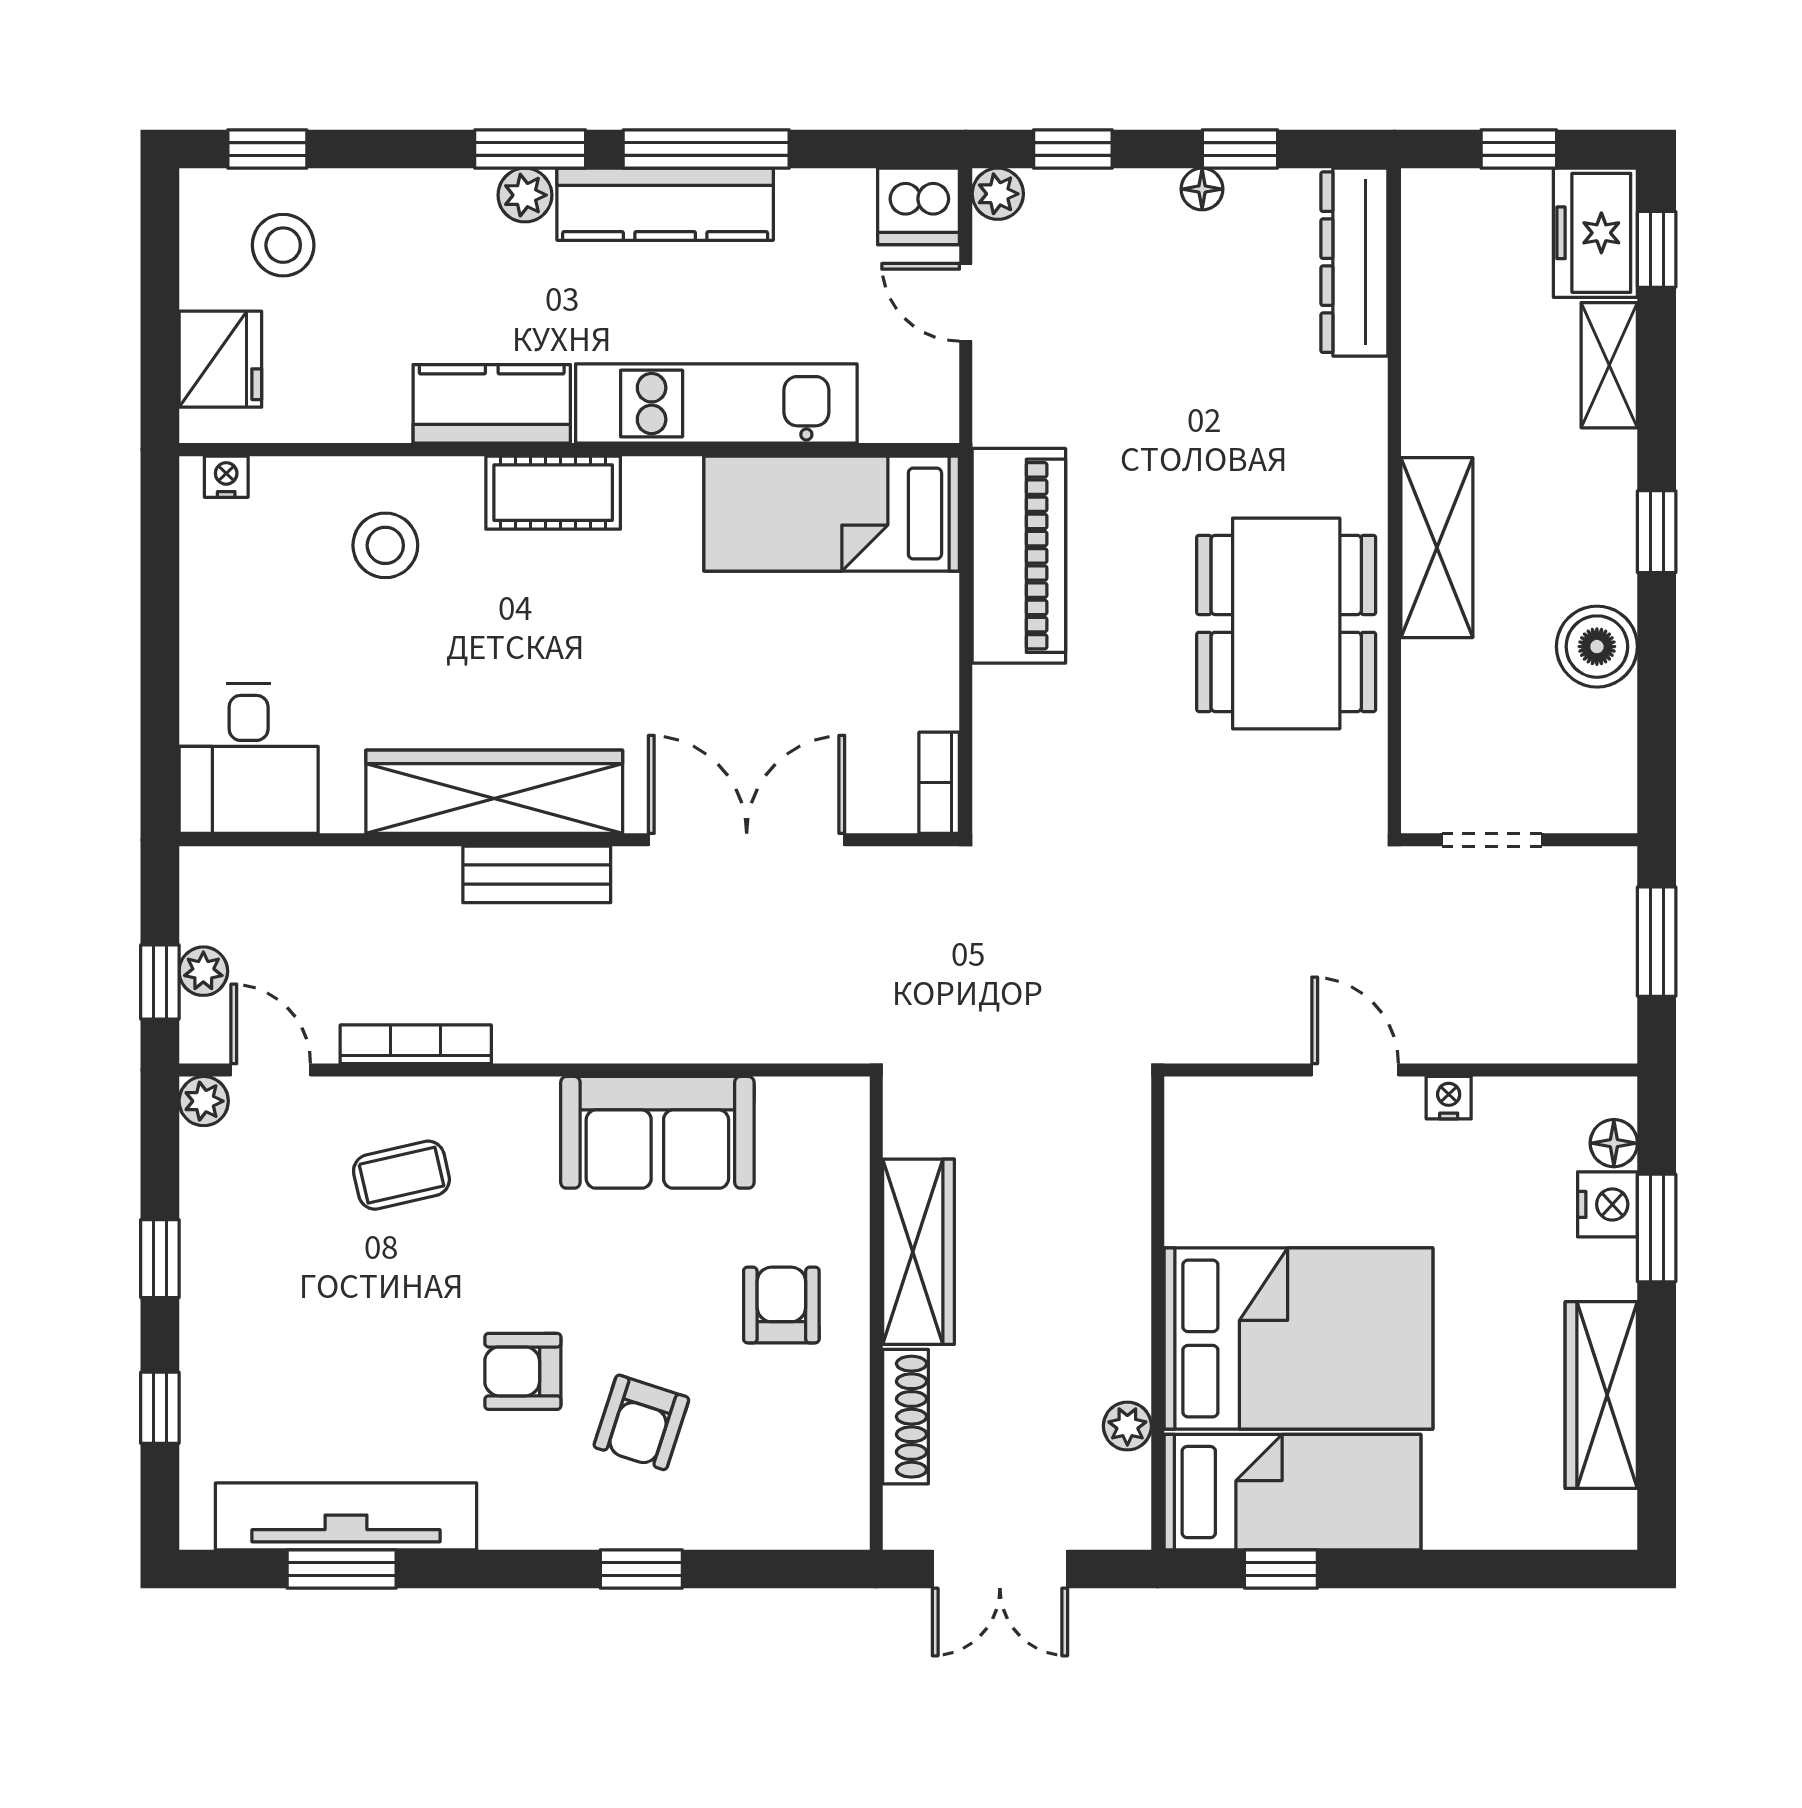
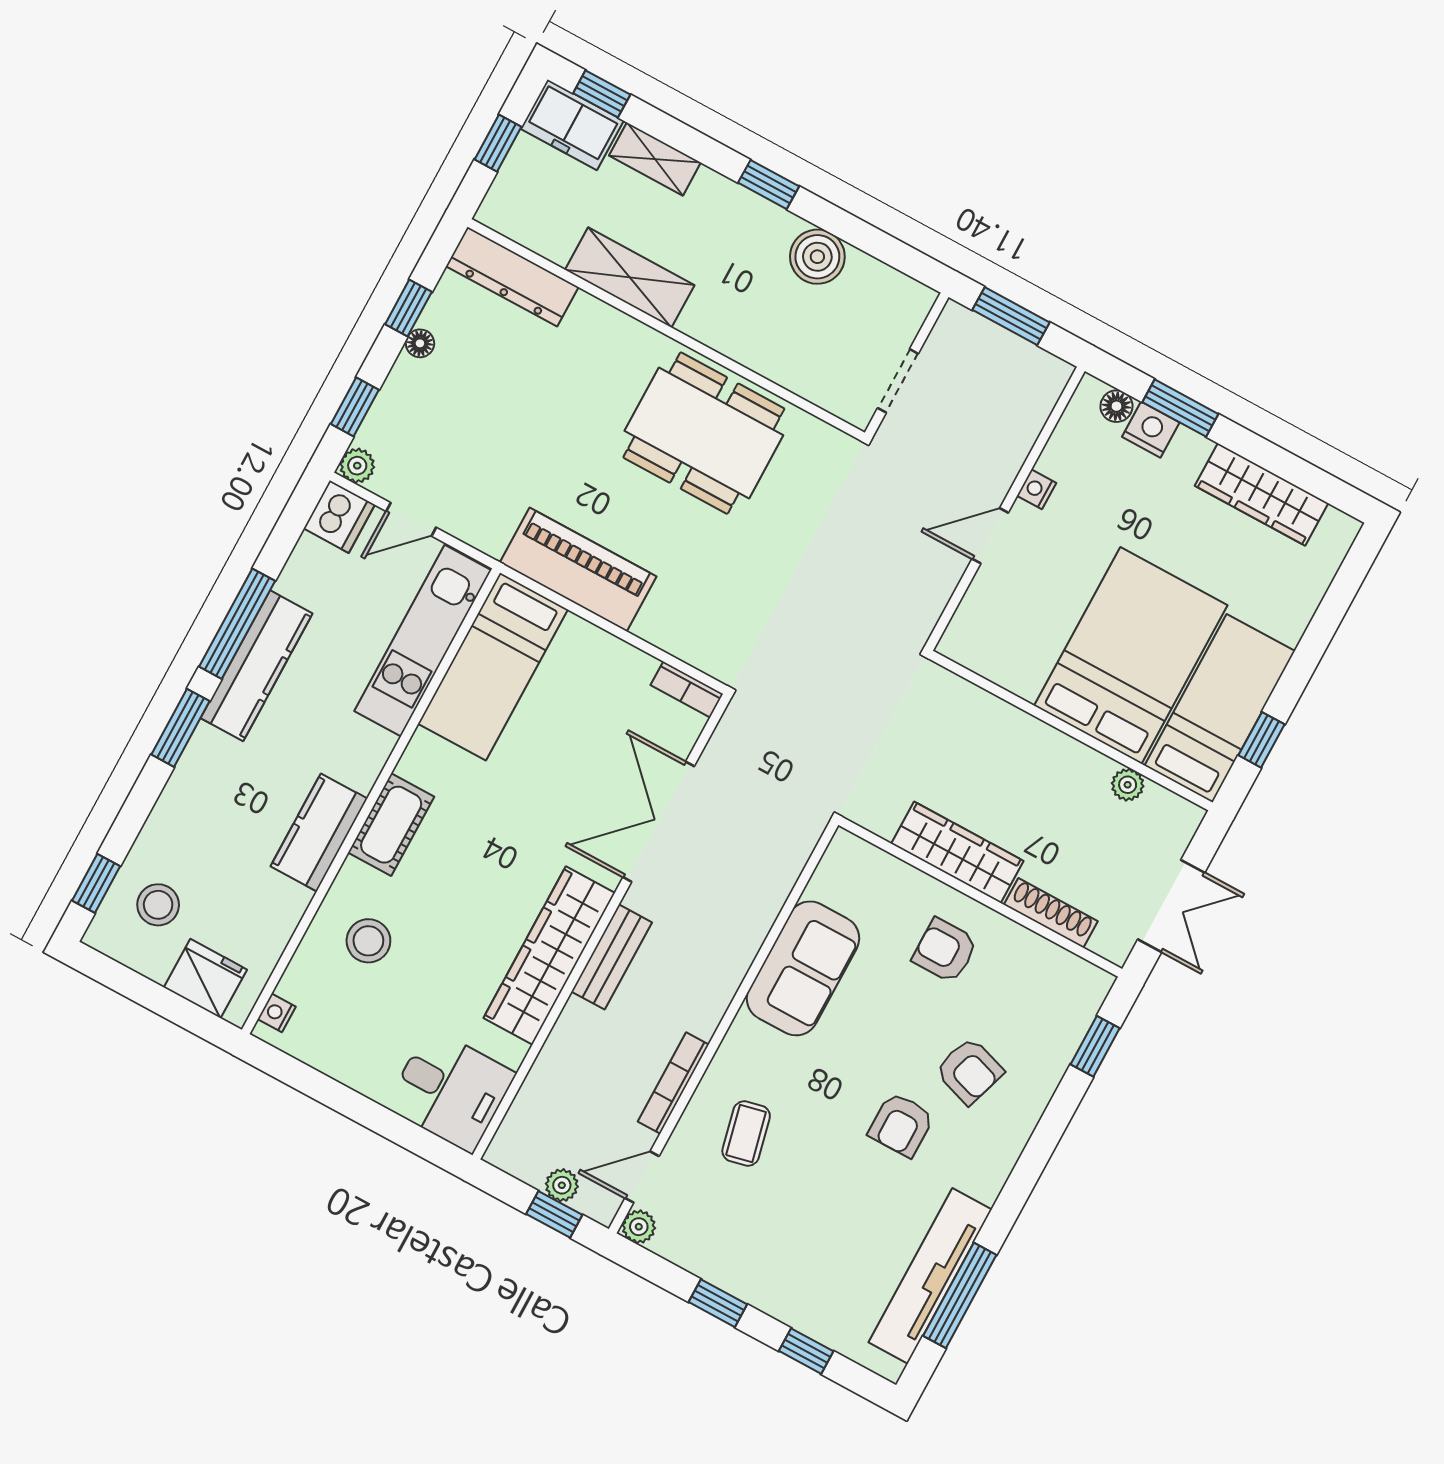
plant: (525, 195) -> (206, 746), removed
kitchen unit: (716, 404) -> (423, 641), moved
shelving: (1437, 548) -> (630, 277), moved
window: (342, 1569) -> (960, 1295), width x1.44
window: (641, 1569) -> (1095, 1046), moved

